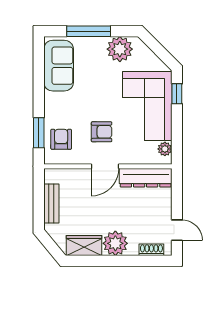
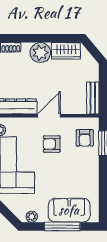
plant: (120, 49) -> (32, 217), width x0.53, depth x0.53
sofa: (59, 66) -> (69, 210), moved, turned 90
bench: (51, 204) -> (93, 98), moved

